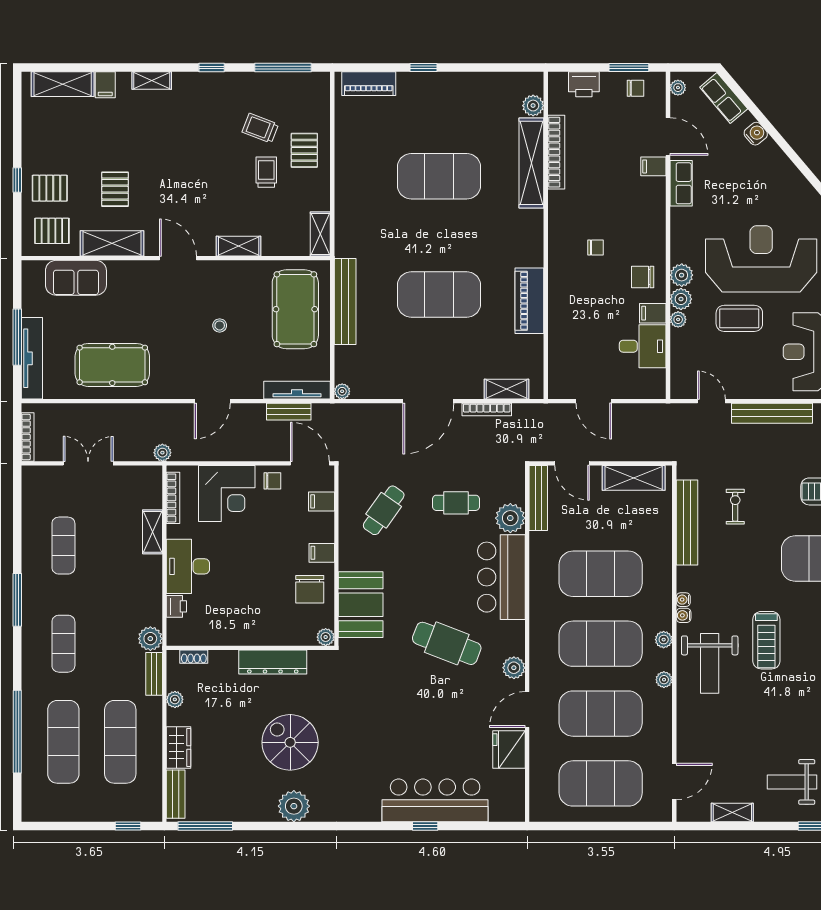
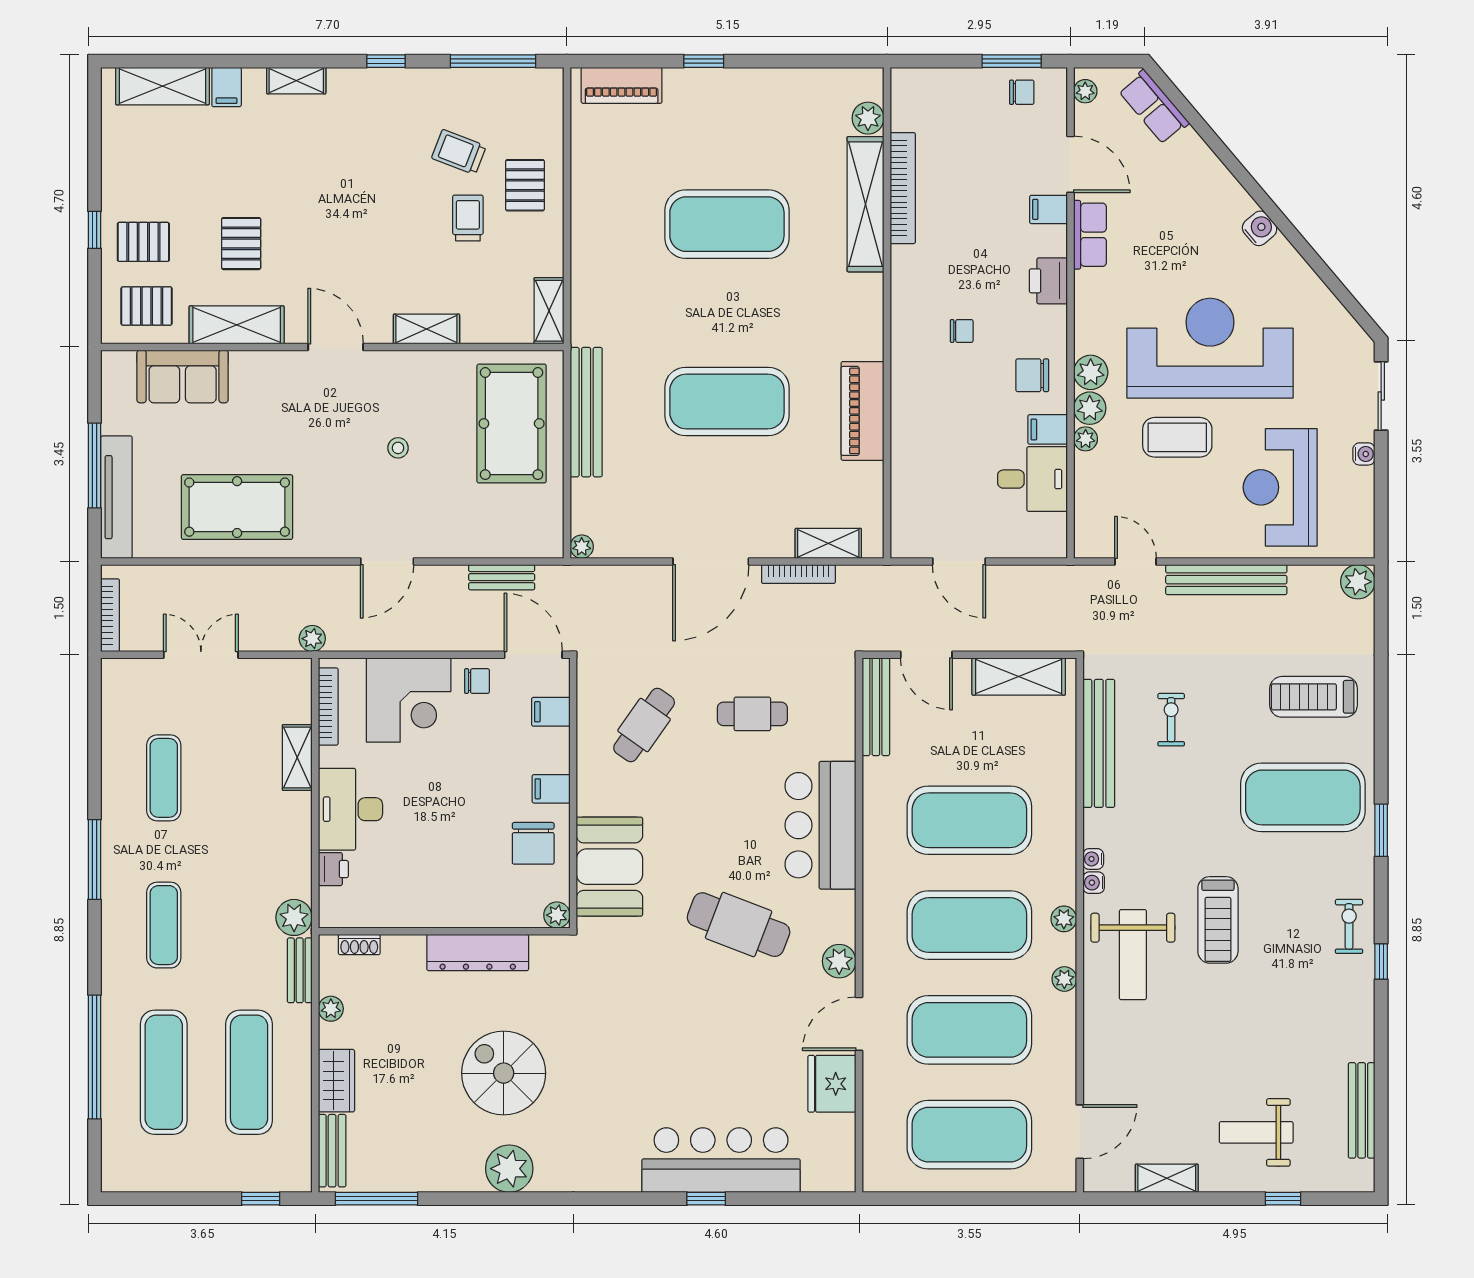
printer: (584, 84) -> (1048, 281), moved, turned 90
water cooler: (756, 134) -> (1260, 228), moved
tv unit: (297, 390) -> (514, 545), removed
plant: (510, 518) -> (834, 737), removed

